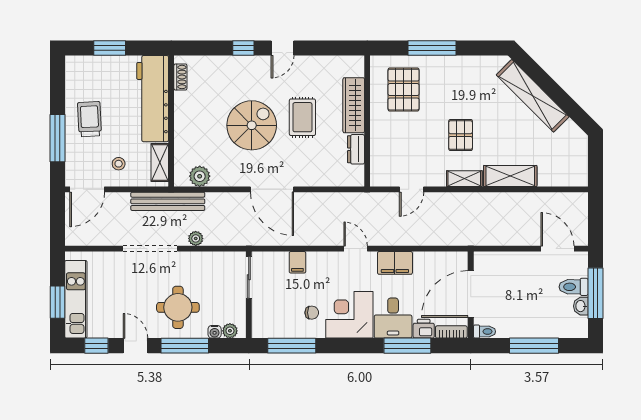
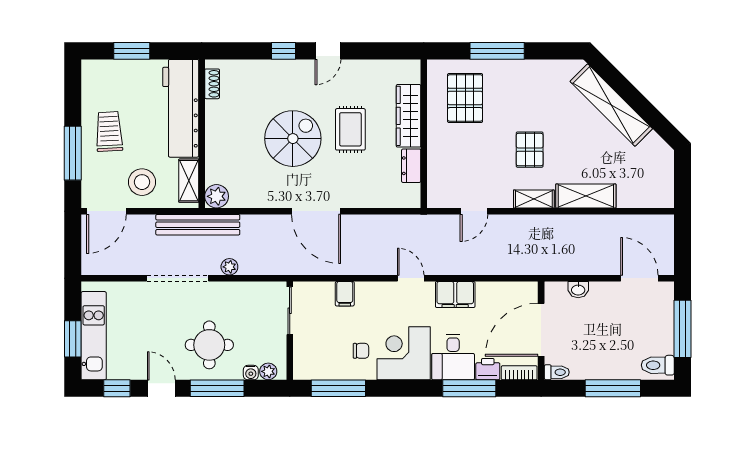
stool: (119, 164) -> (142, 182), width x1.89, depth x1.89
plant: (200, 176) -> (217, 196), moved
toilet: (574, 287) -> (658, 365), moved
washbasin: (581, 306) -> (578, 290), moved, turned -90

